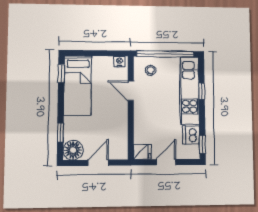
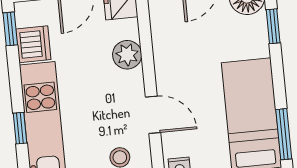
window: (61, 73) -> (284, 134), width x1.50
plant: (141, 125) -> (127, 55), added

